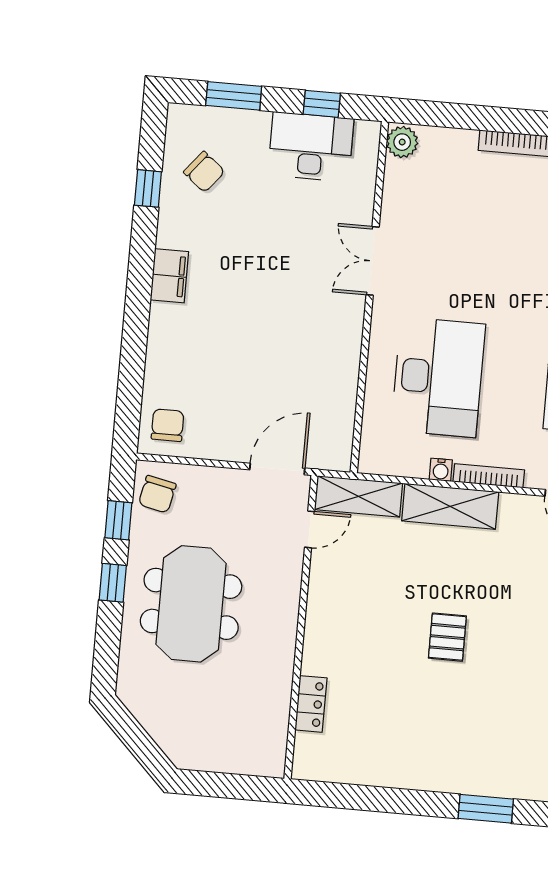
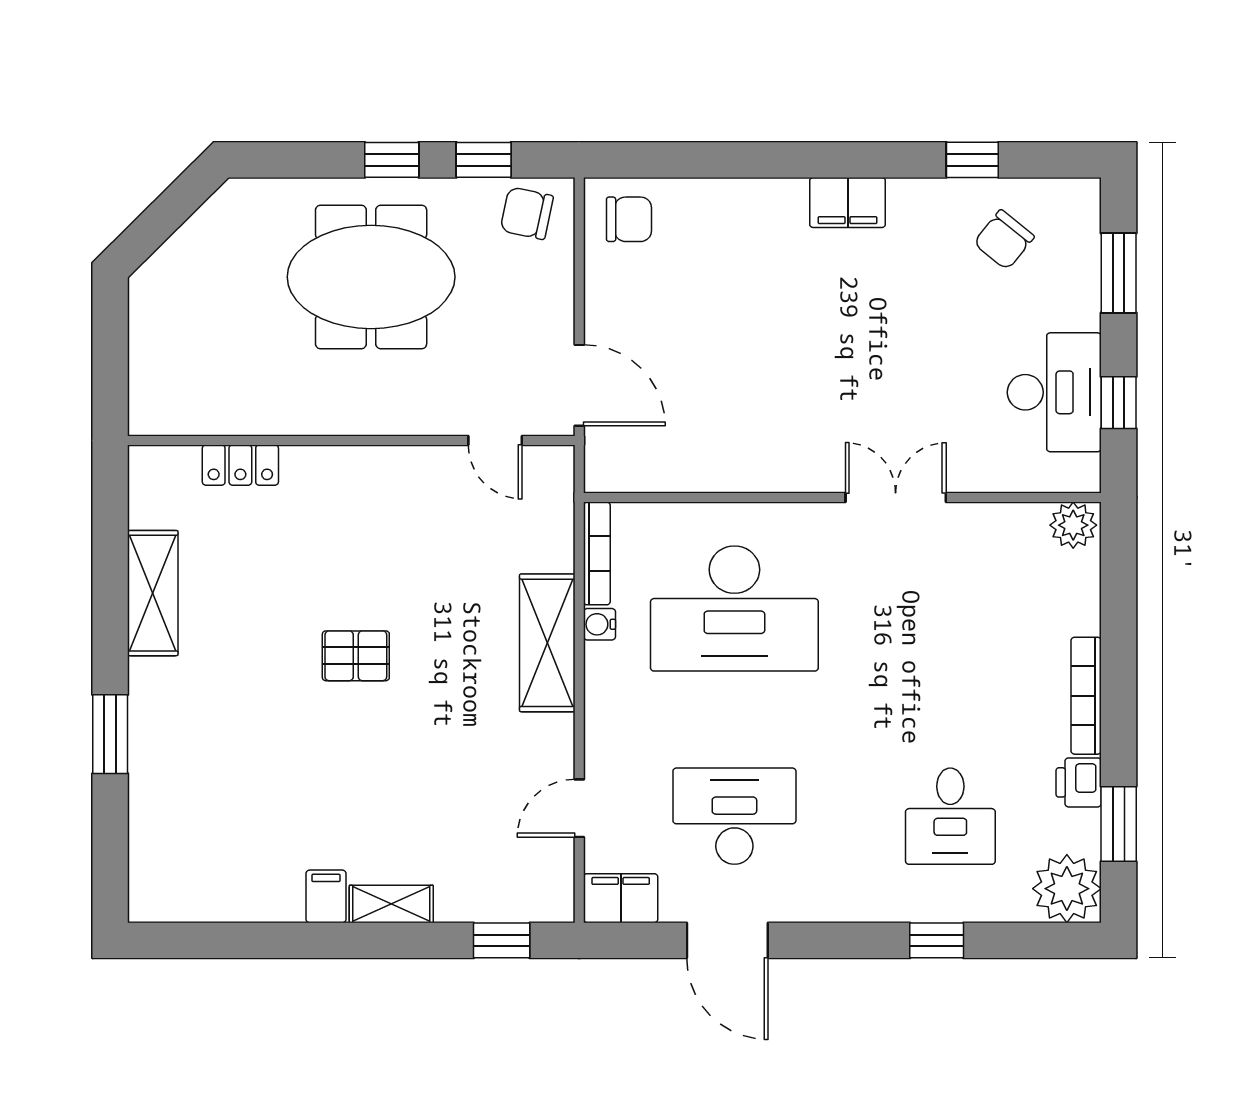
bookcase: (489, 476) -> (597, 553), moved
shelving: (358, 496) -> (153, 593), moved

